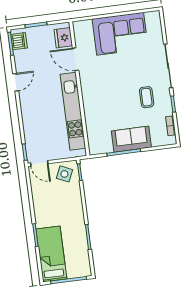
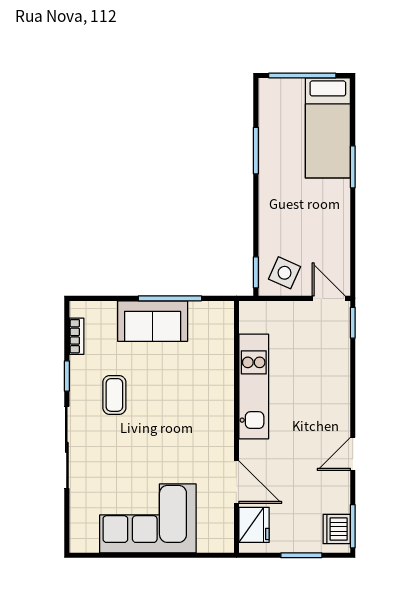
kitchen unit: (73, 111) -> (254, 387), width x0.73

